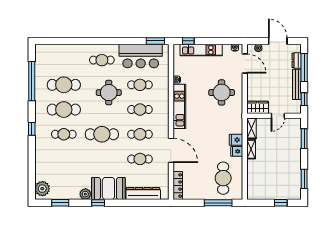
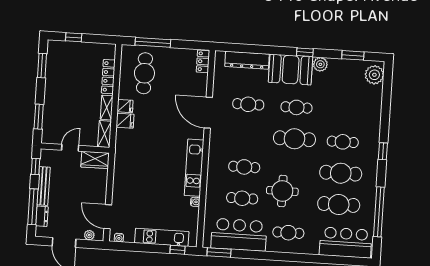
bar counter: (56, 55) -> (346, 243), added
round table: (222, 92) -> (139, 182), removed
cafe table: (140, 134) -> (296, 107), moved
locker: (251, 174) -> (108, 77), added
locker: (178, 186) -> (203, 61), width x0.66

